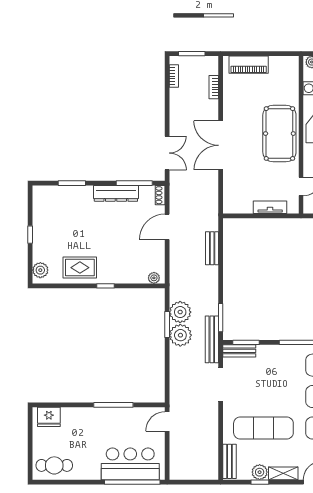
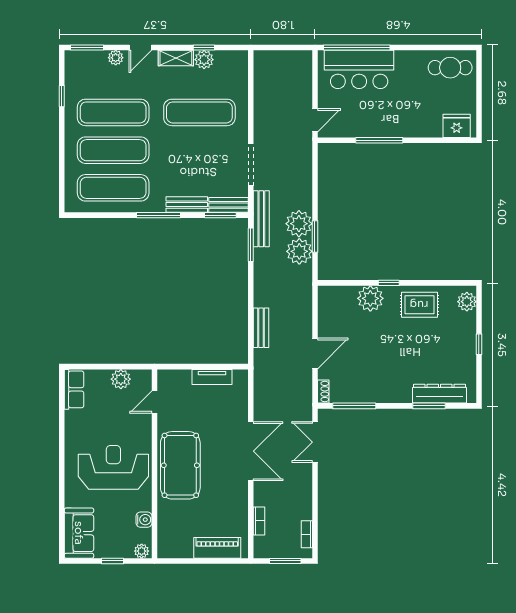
dresser: (116, 193) -> (439, 394), moved
tv unit: (270, 207) -> (212, 377), moved
plant: (154, 278) -> (370, 298), moved, width x1.87, depth x1.87
bench: (229, 461) -> (187, 205), moved, turned 90

